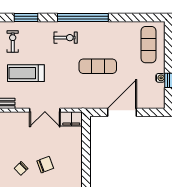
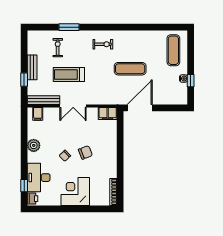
window: (83, 18) -> (118, 27), removed
double door: (45, 110) -> (73, 106), moved
door: (122, 112) -> (140, 108), moved

